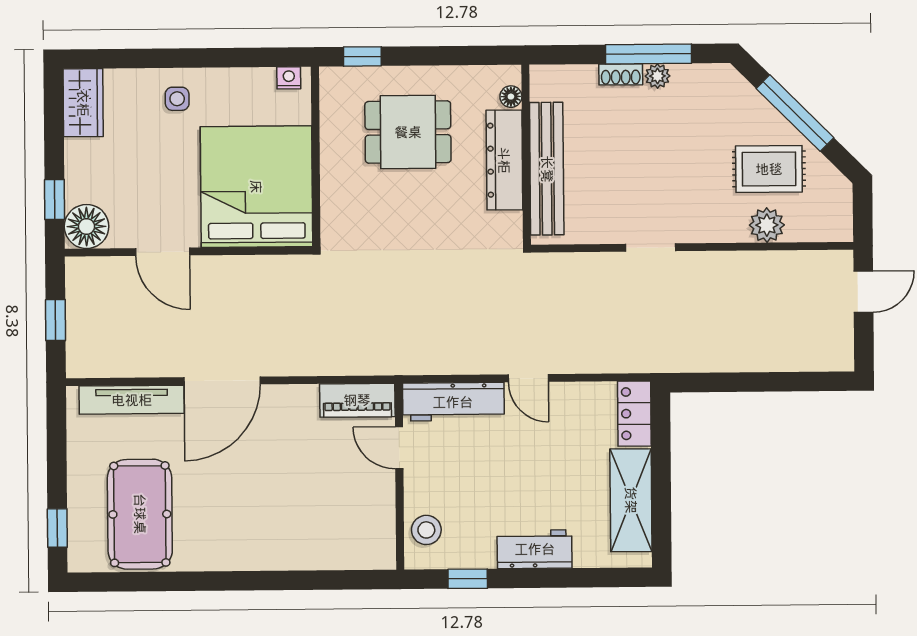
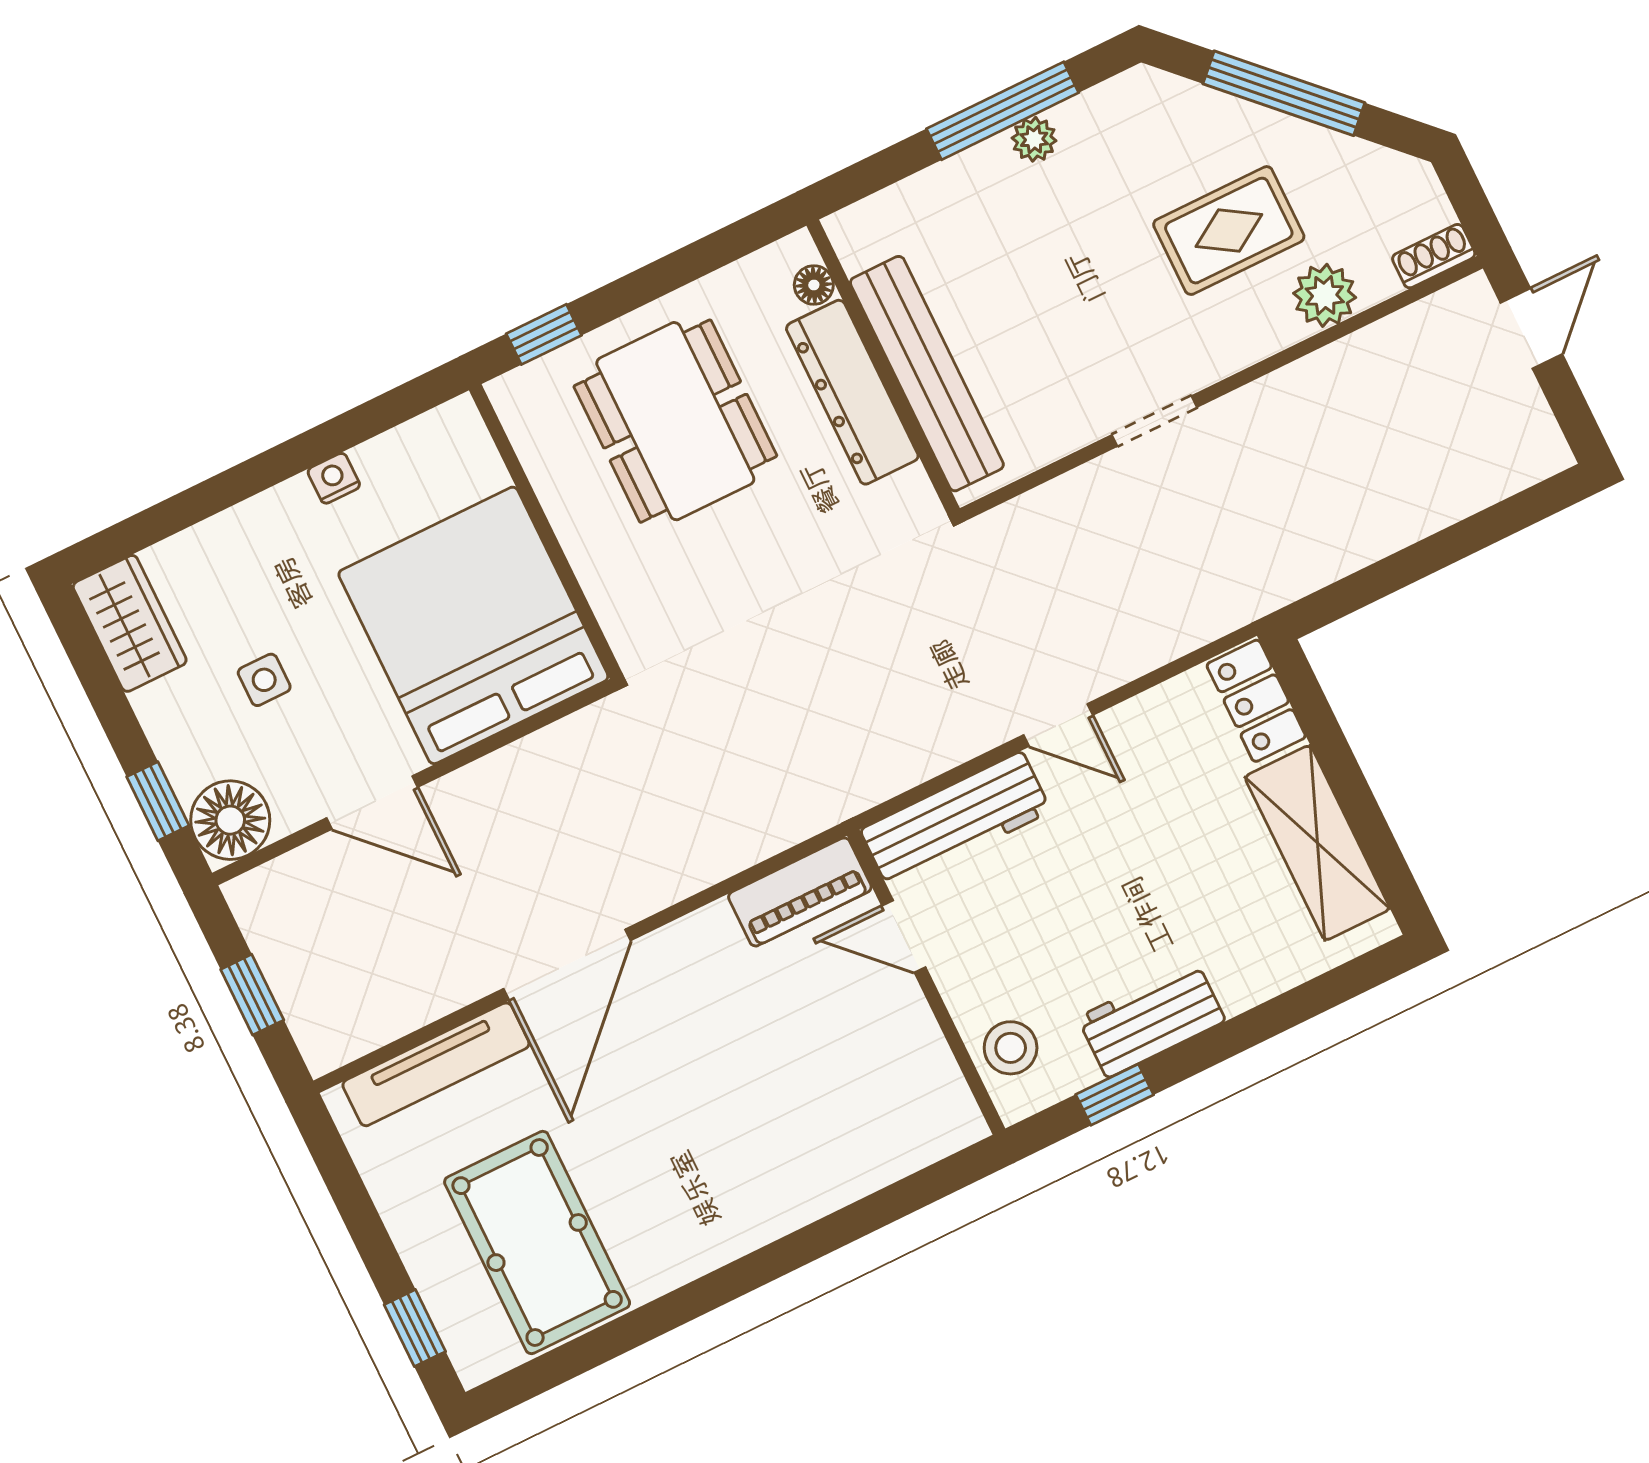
shoe rack: (621, 74) -> (1434, 256), moved, turned 180
nightstand: (289, 78) -> (334, 478), moved
side table: (177, 99) -> (264, 680), moved
dining table: (408, 132) -> (675, 421), width x1.38
rug: (769, 169) -> (1229, 231), moved
workbench: (535, 549) -> (1151, 1019), moved

